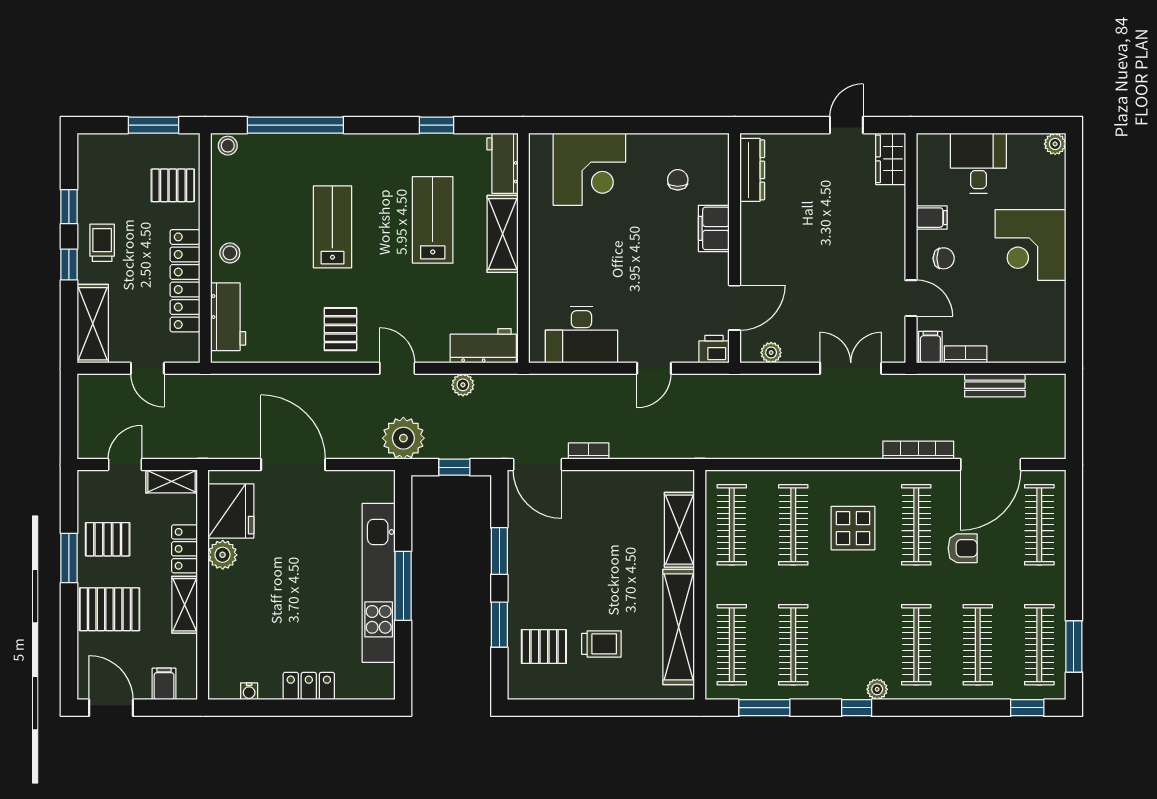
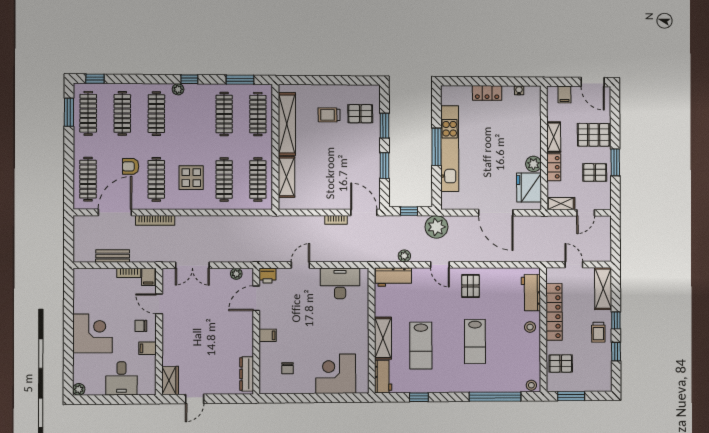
filing cabinet: (714, 228) -> (268, 335), width x0.50

